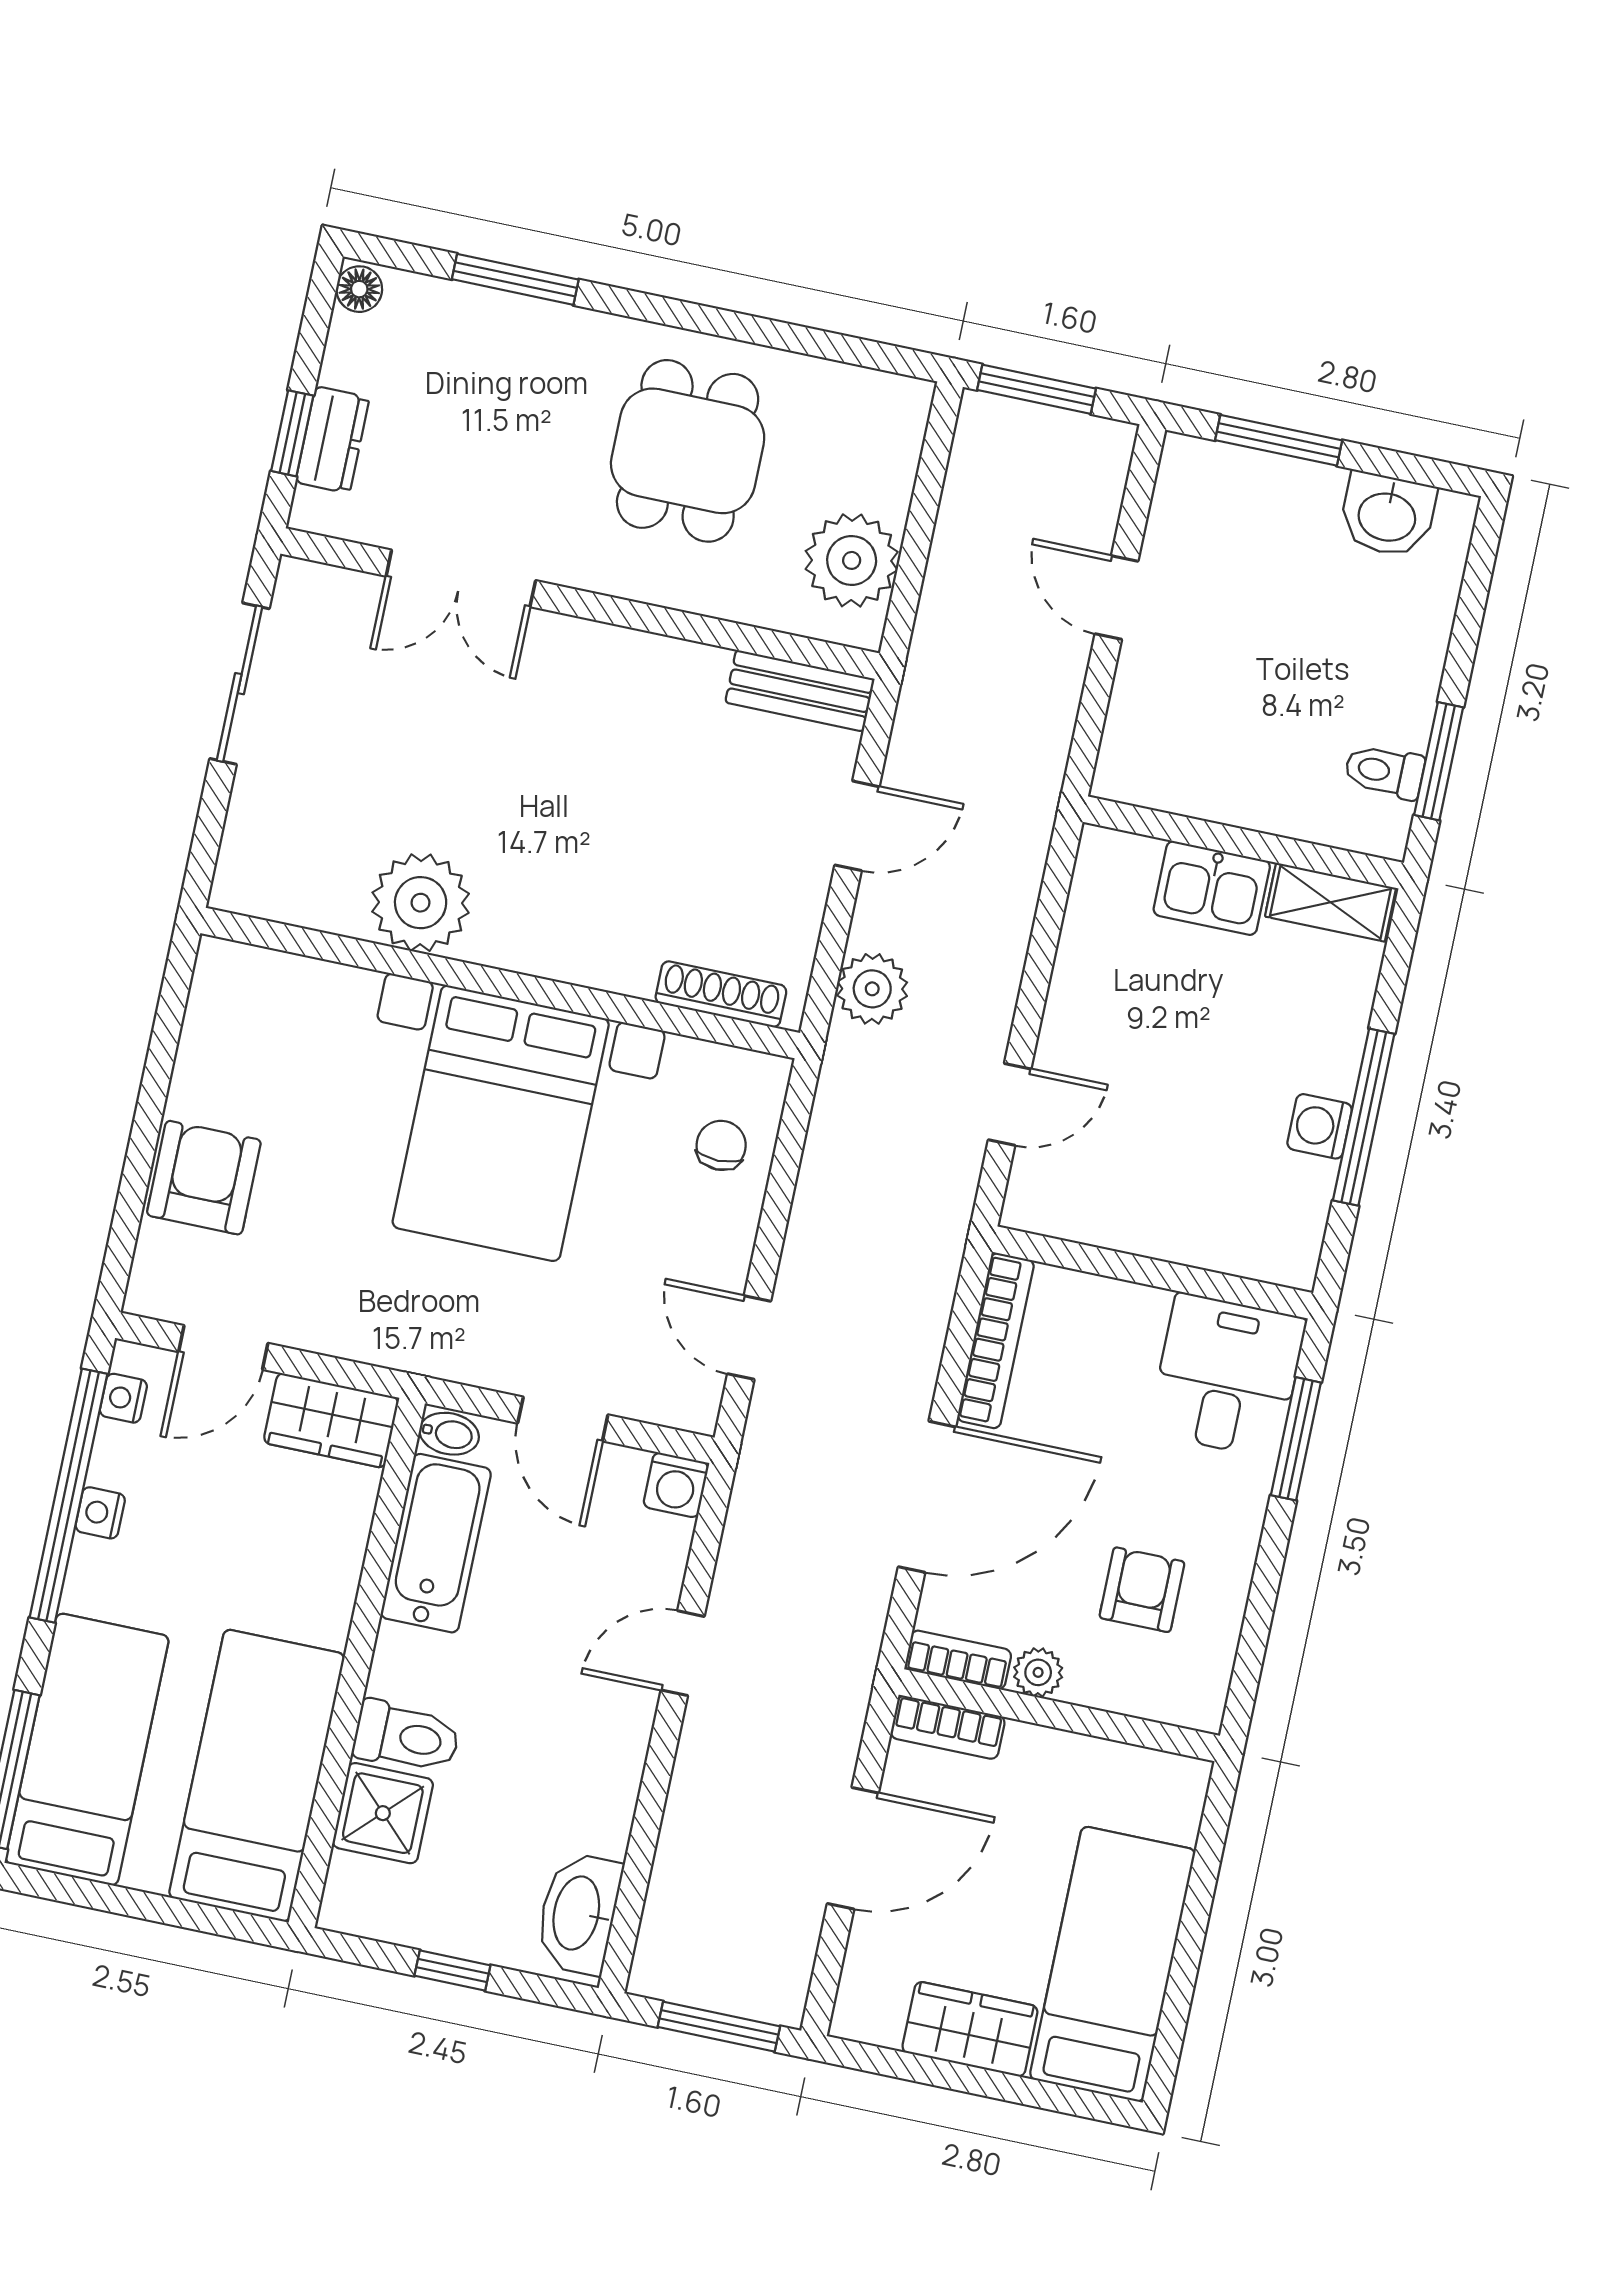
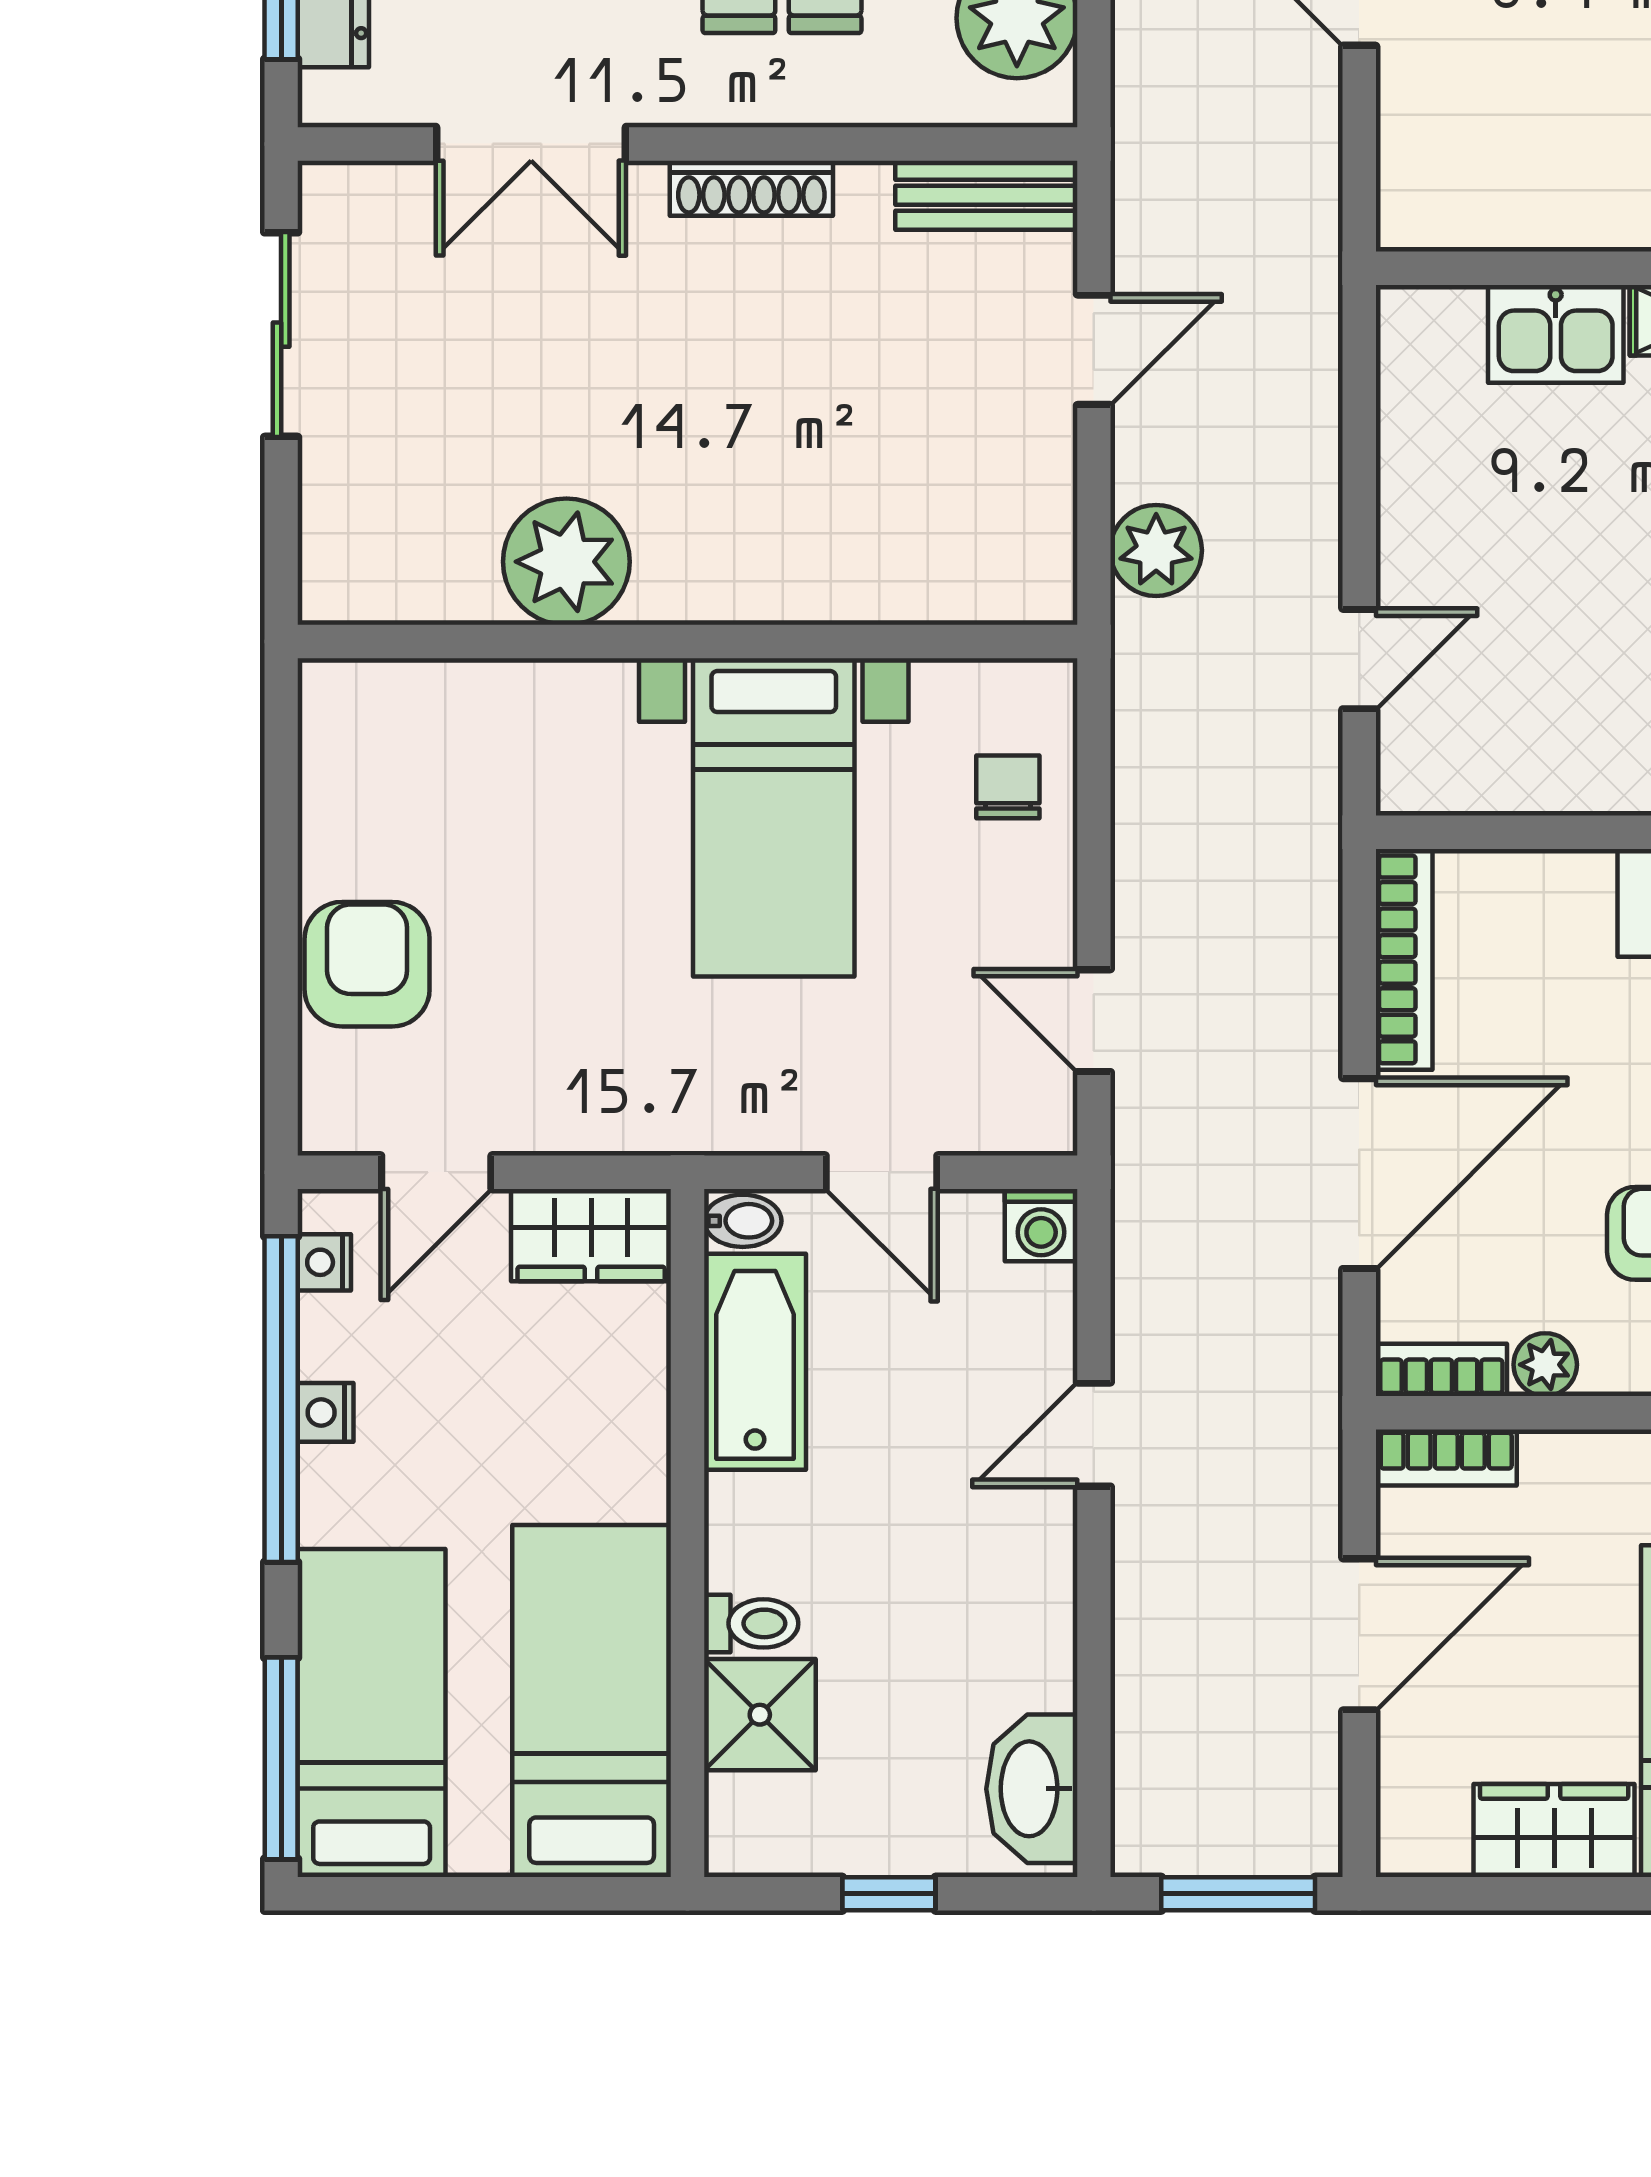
shoe rack: (721, 994) -> (751, 188), moved, turned 180
bed with nightstands: (501, 1123) -> (774, 817), width x0.73
toilet: (406, 1737) -> (751, 1623), width x0.73, depth x0.72

